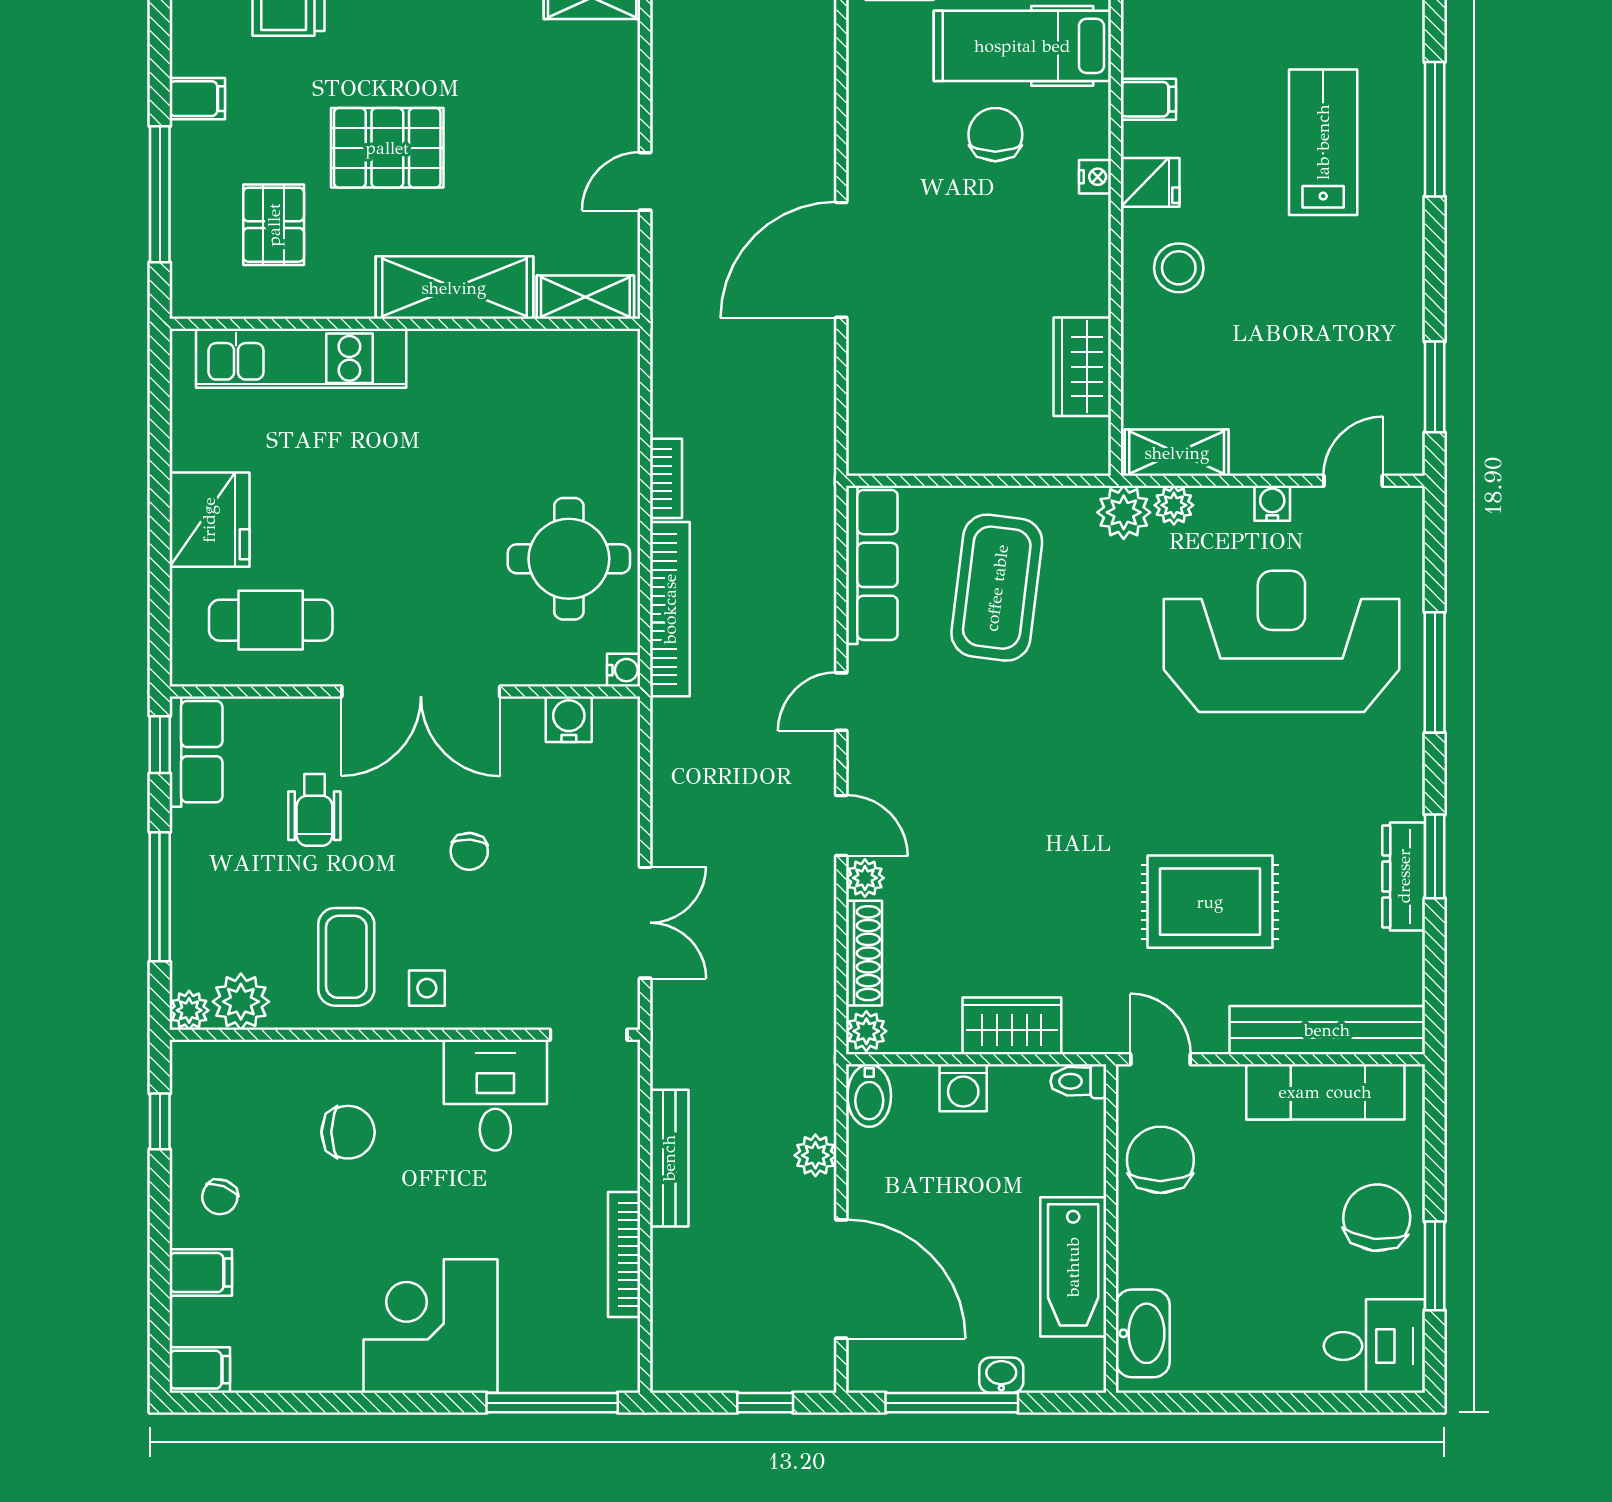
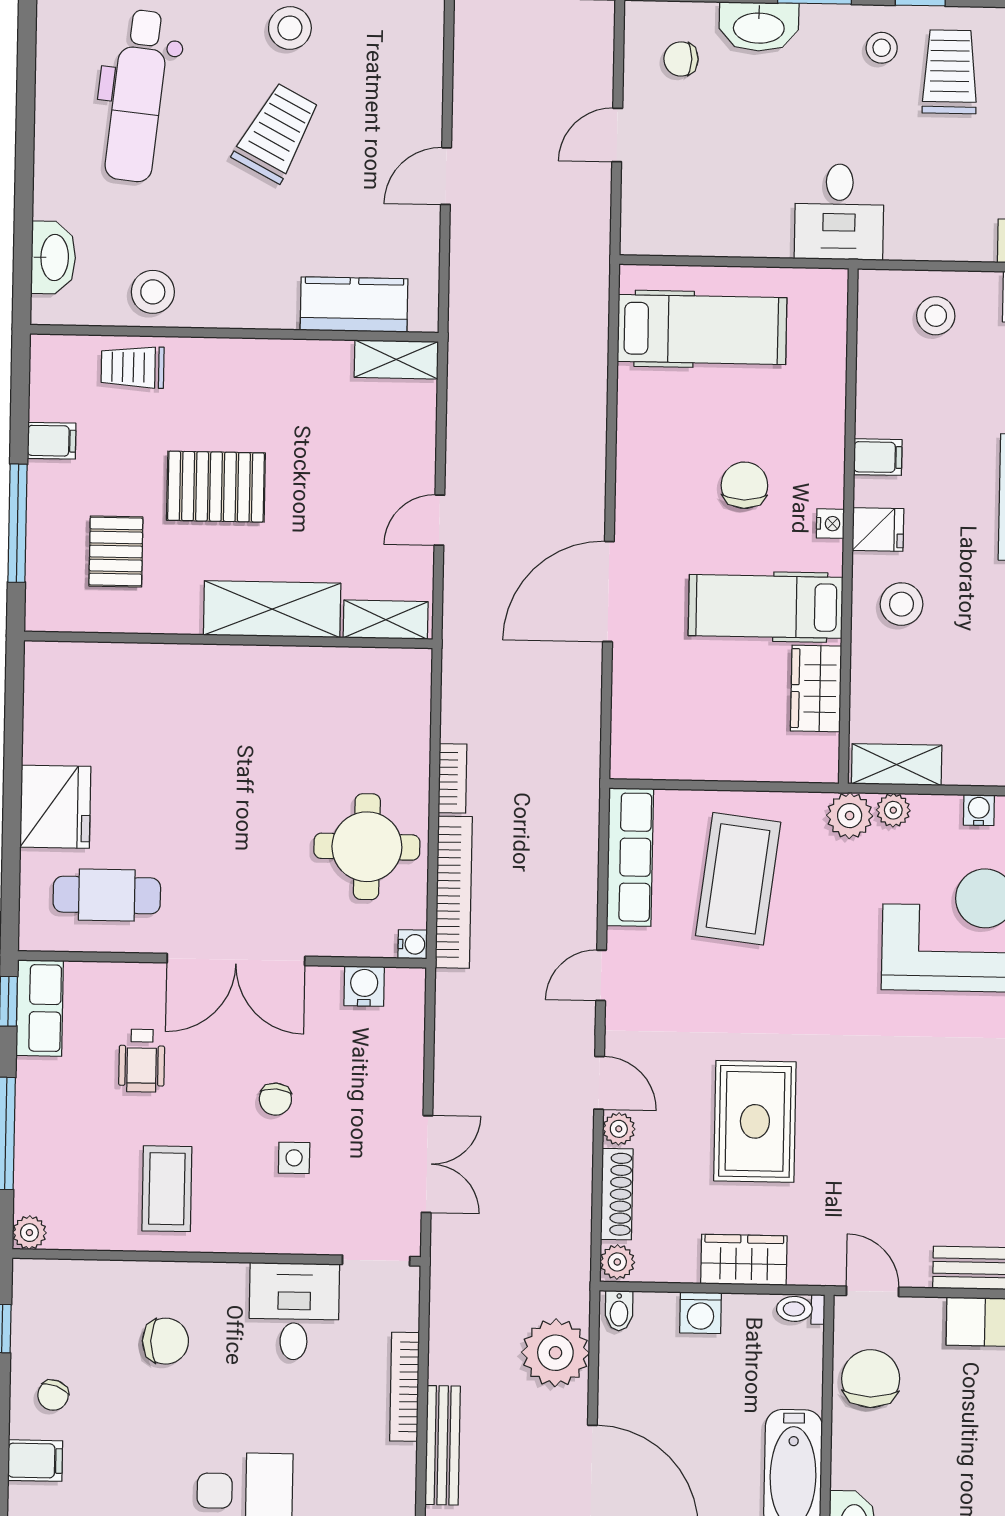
hospital bed: (1022, 46) -> (766, 606), moved
kitchen unit: (301, 358) -> (138, 668), removed
rug: (1210, 902) -> (755, 1121), moved, turned 90
side table: (427, 988) -> (294, 1158), moved
plant: (241, 1002) -> (75, 1226), removed
bidet: (869, 1096) -> (619, 1311), width x0.72, depth x0.74
plant: (815, 1155) -> (555, 1353), width x1.88, depth x1.88
bench: (669, 1158) -> (443, 1445), moved
bookcase: (624, 1255) -> (405, 1387), moved

